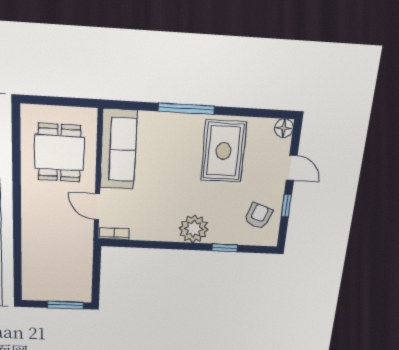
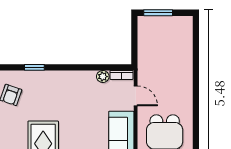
plant: (194, 229) -> (103, 77), moved, width x0.53, depth x0.53

